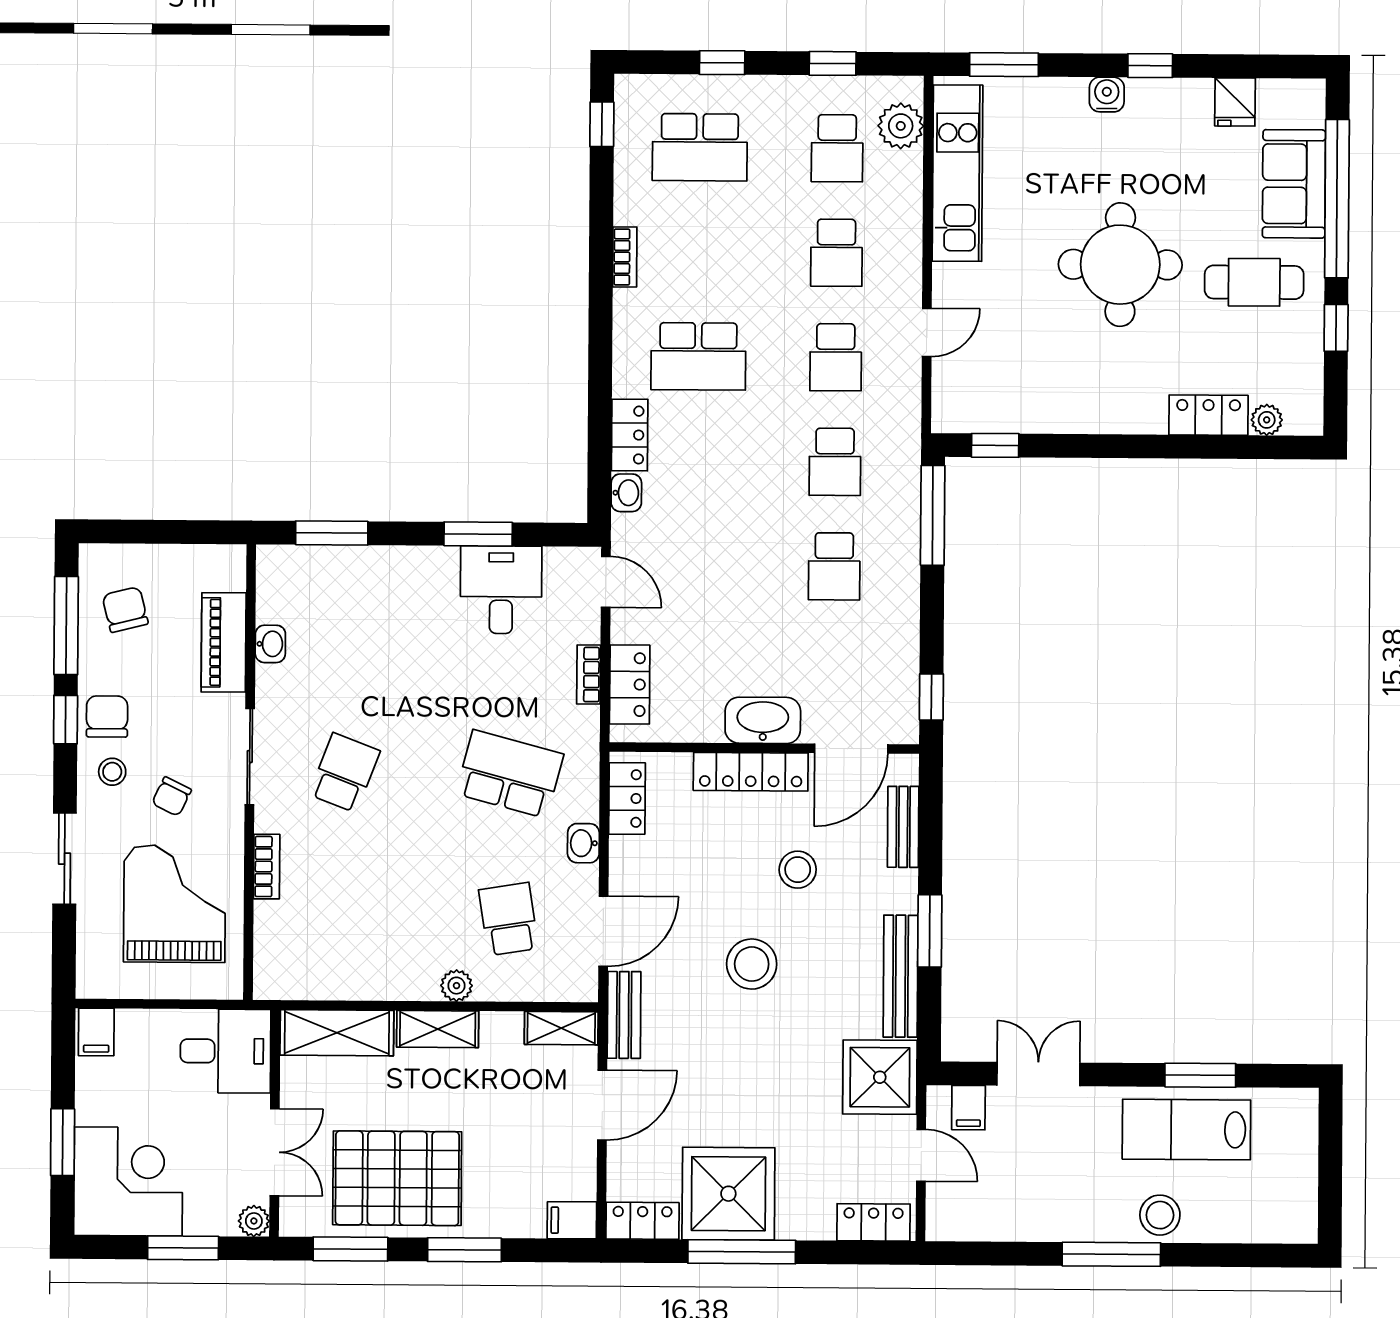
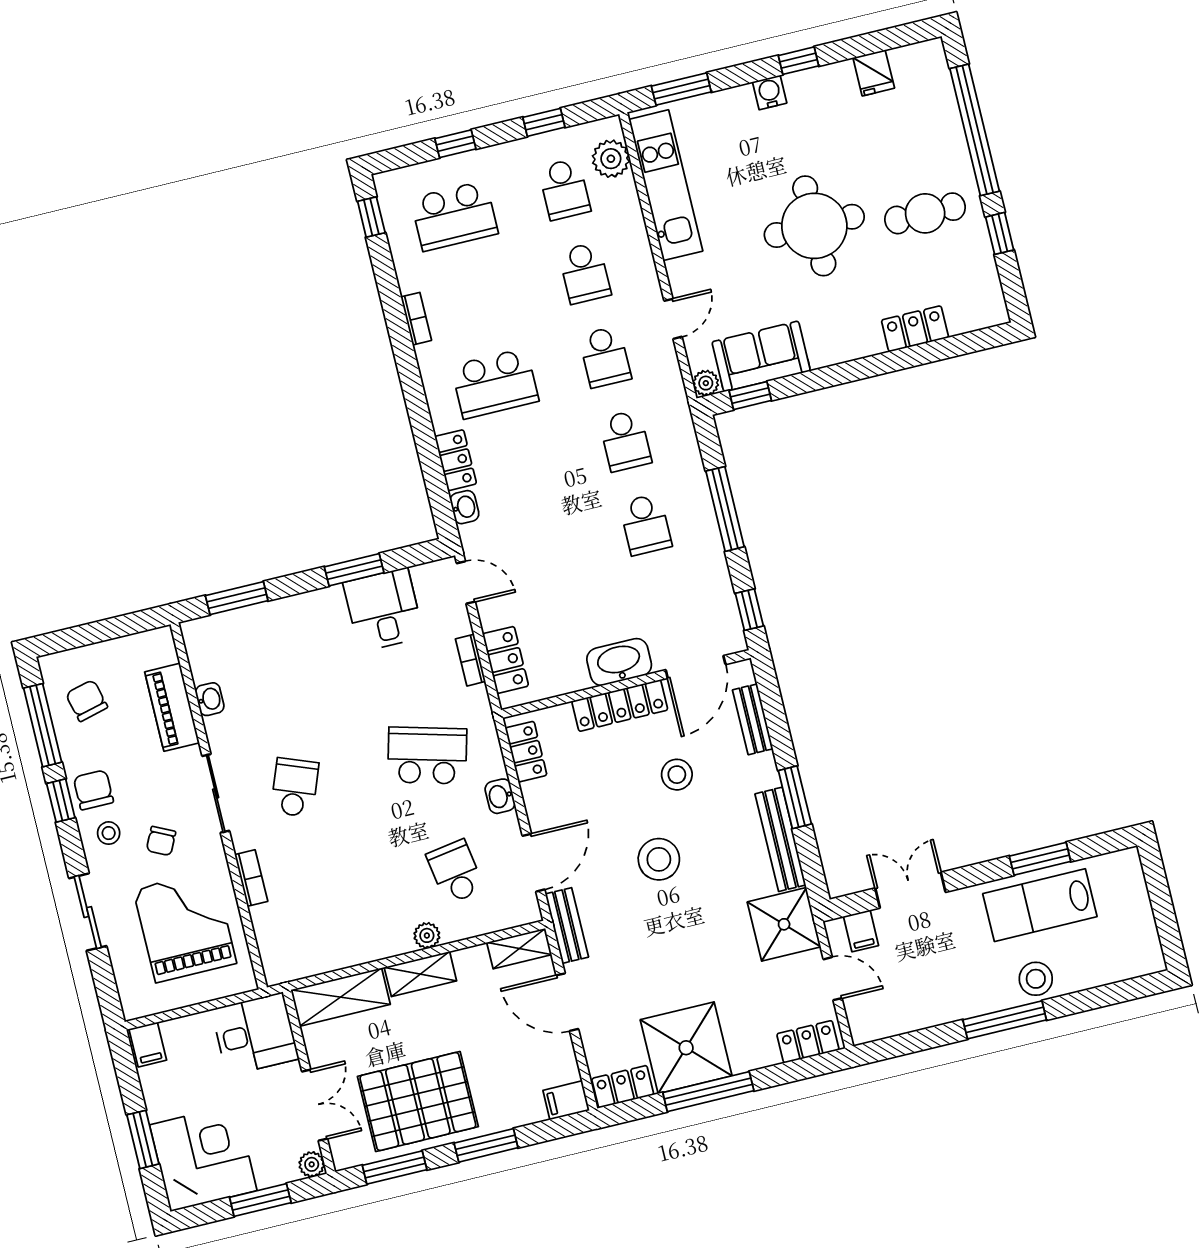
sofa: (1294, 184) -> (761, 356), moved, turned 90
plant: (1267, 420) -> (706, 383), moved
window: (933, 515) -> (725, 509), moved
door: (602, 1105) -> (567, 1002), swing flipped

